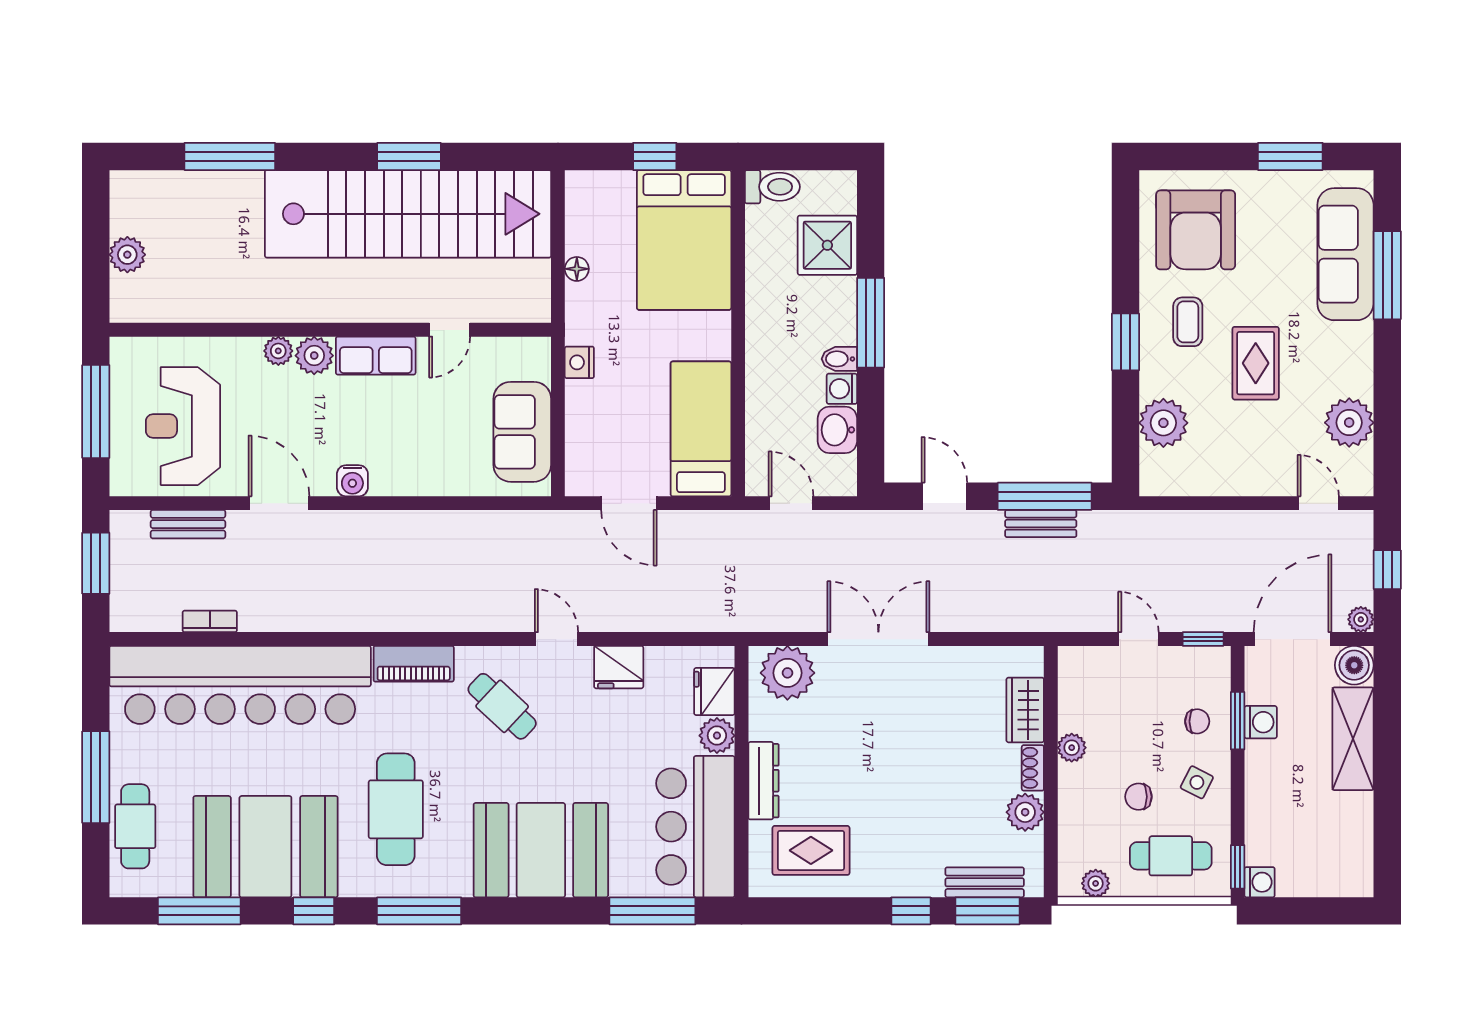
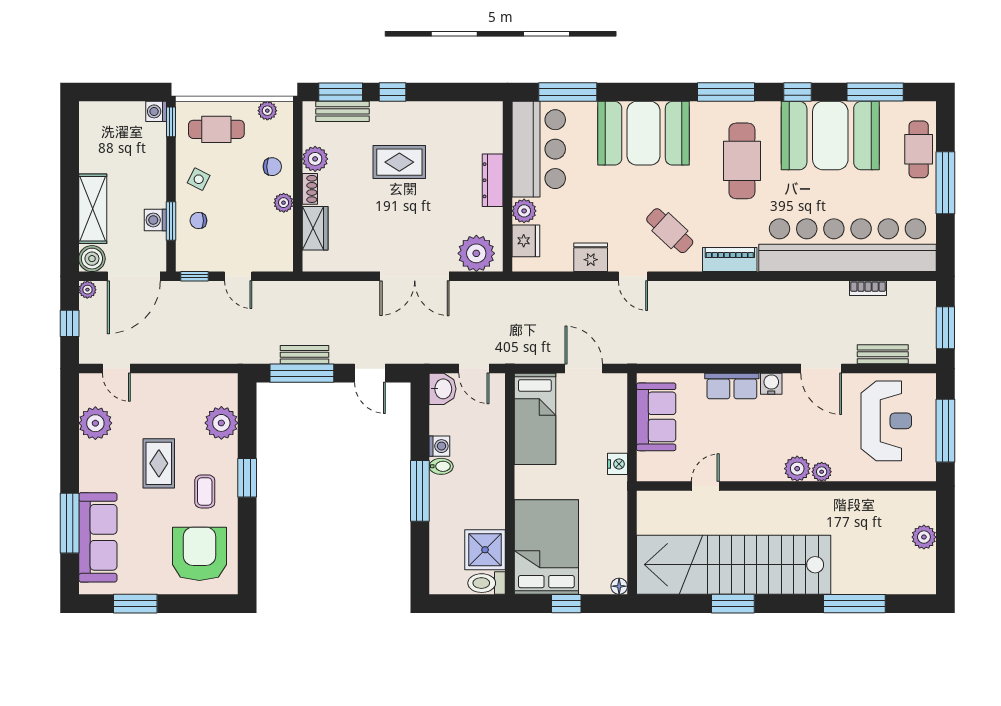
shower: (827, 245) -> (485, 550), moved
floor lamp: (577, 269) -> (619, 586), moved
row of seats: (376, 356) -> (732, 386), moved, turned 180
washbasin: (837, 430) -> (442, 389), moved
chair: (1138, 797) -> (272, 167), moved
rug: (811, 850) -> (399, 162), moved

